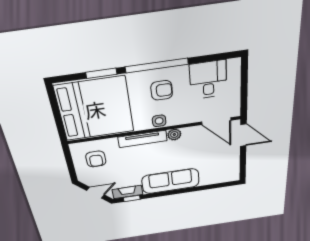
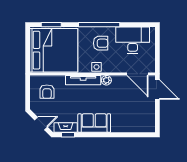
window: (101, 73) -> (51, 25), moved
desk: (208, 80) -> (133, 40), width x1.37
sofa: (171, 181) -> (94, 123), width x0.73

